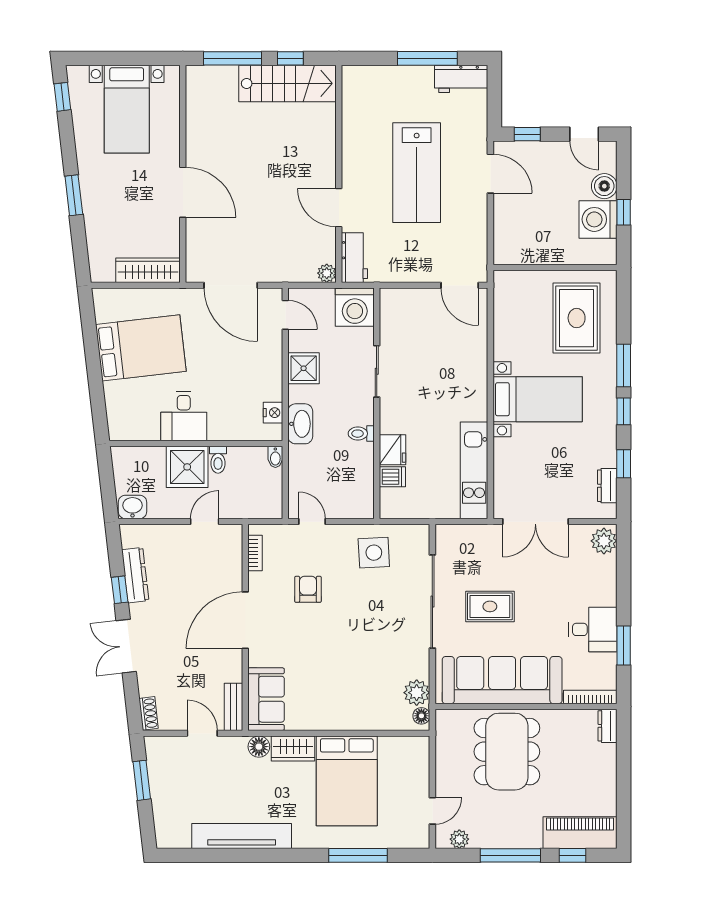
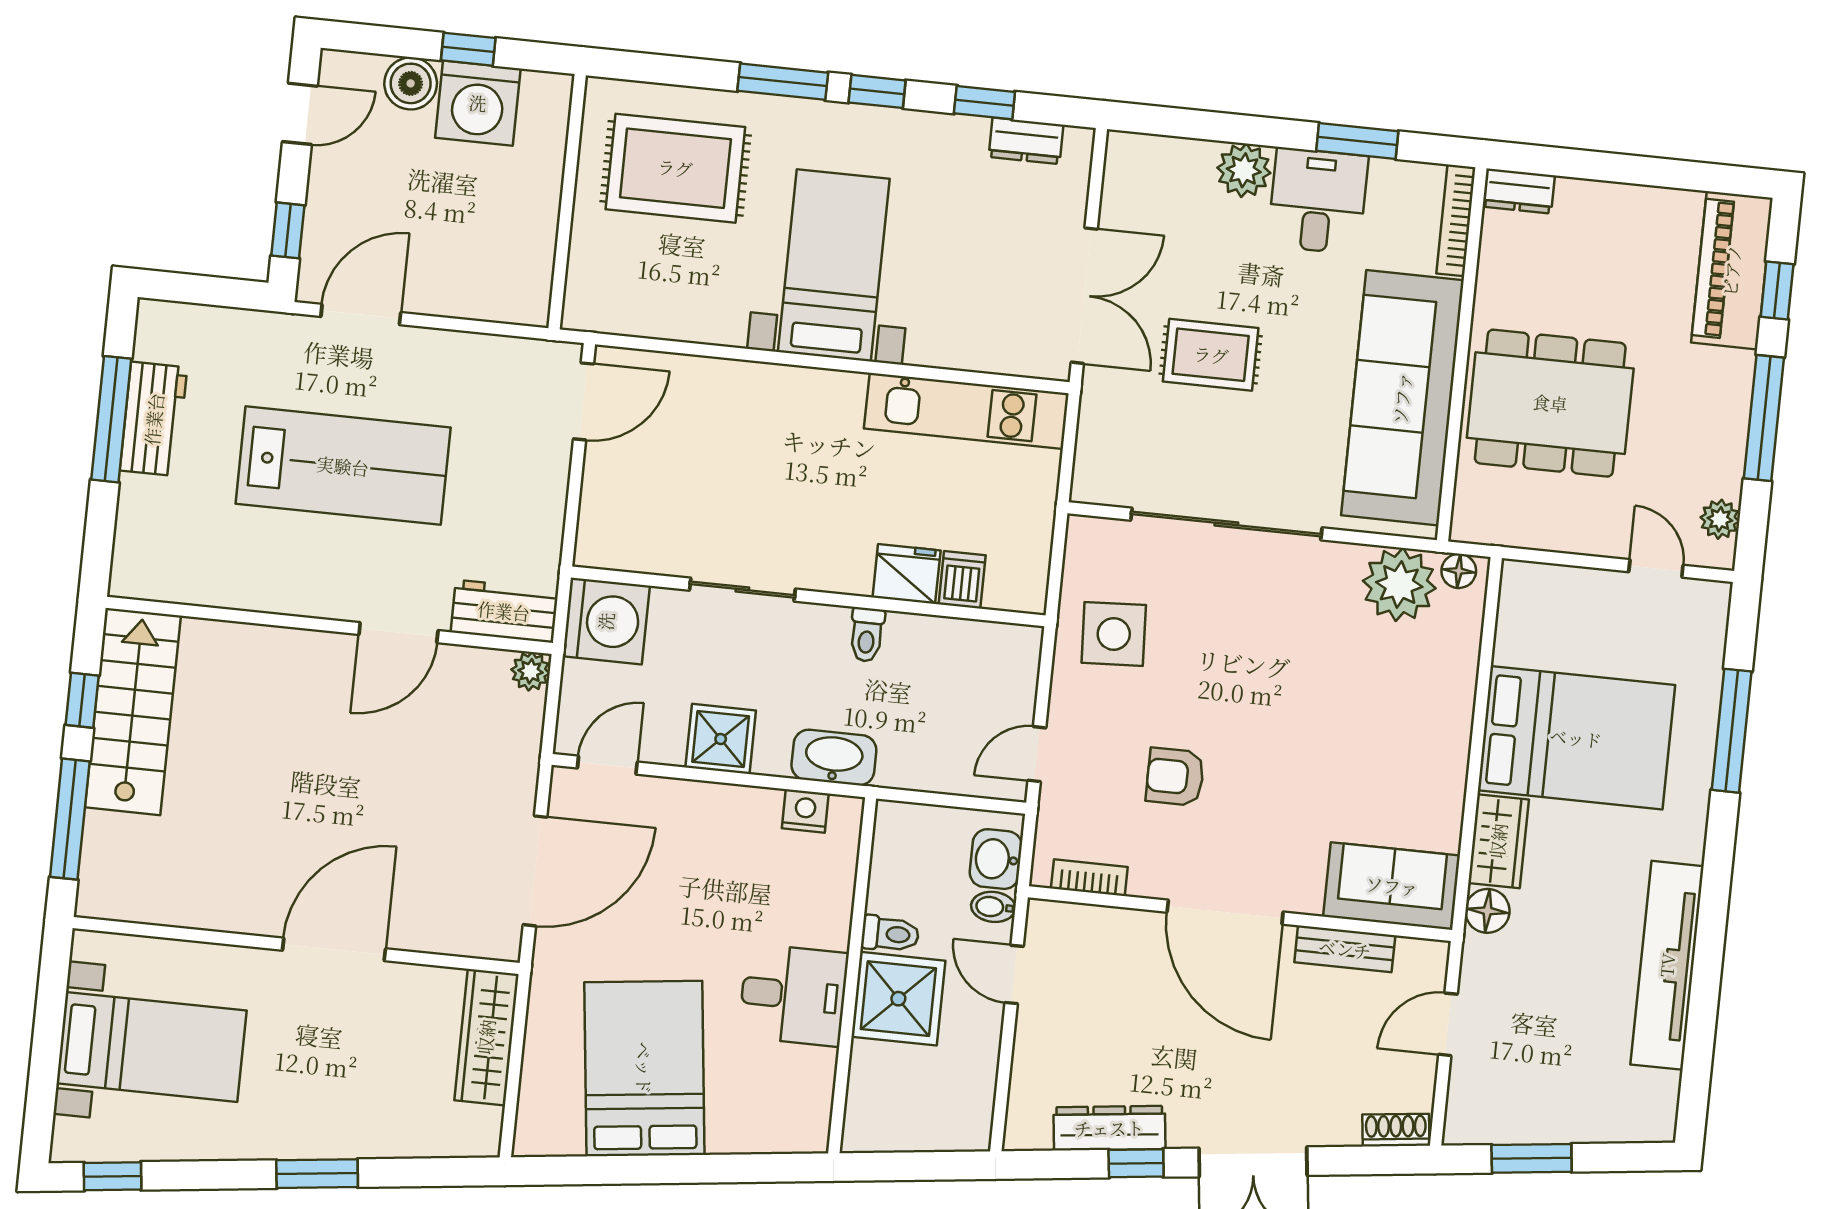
workbench: (461, 79) -> (154, 419), moved
bidet: (275, 457) -> (993, 907), moved, turned 180
washbasin: (132, 507) -> (996, 859), moved
plant: (604, 541) -> (1244, 170), moved
rug: (490, 606) -> (1211, 355), moved, turned 90
plant: (417, 693) -> (1399, 585), width x1.36, depth x1.36
bench: (233, 707) -> (1345, 949), moved

